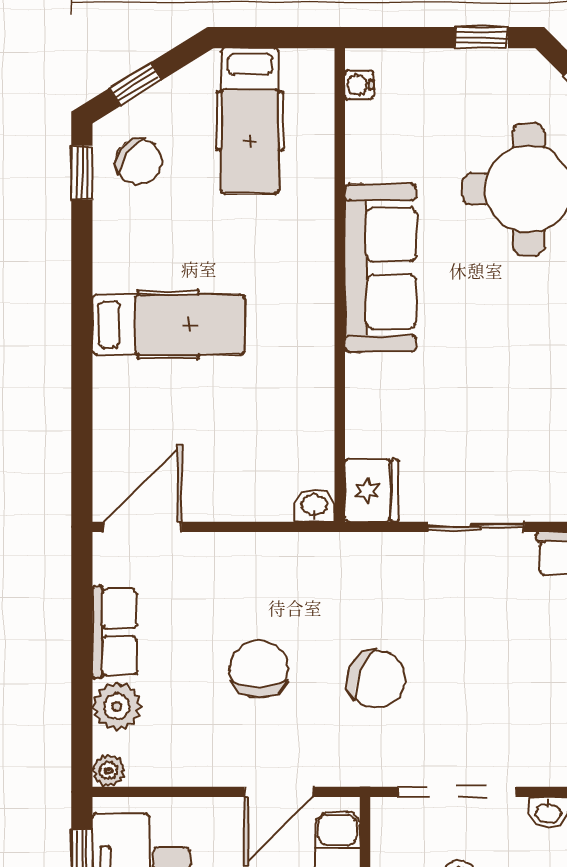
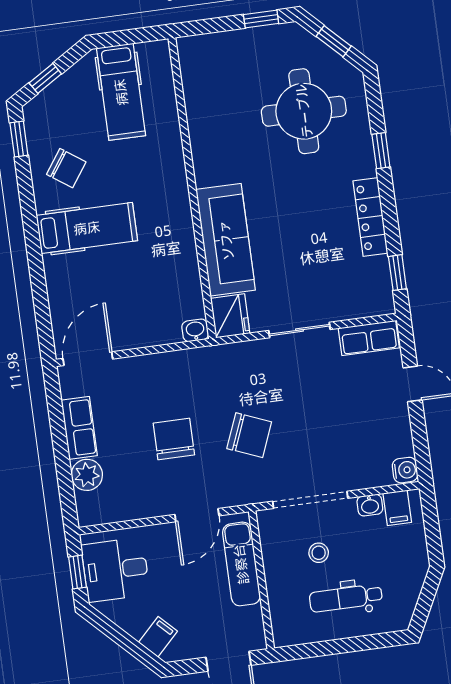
water cooler: (359, 85) -> (187, 59), removed
chair: (139, 161) -> (66, 168), moved
sofa: (381, 268) -> (226, 240), moved
plant: (108, 771) -> (87, 516), removed

